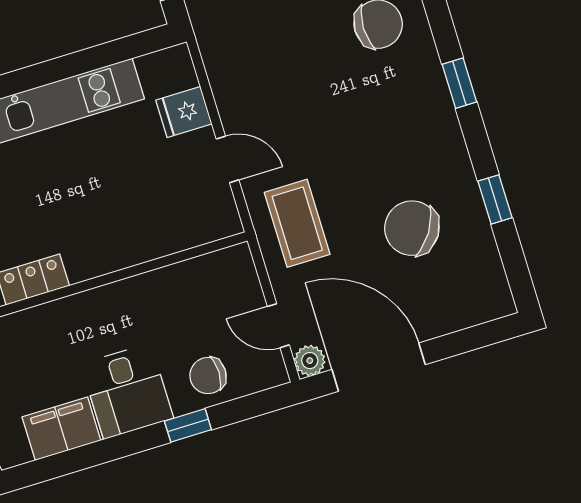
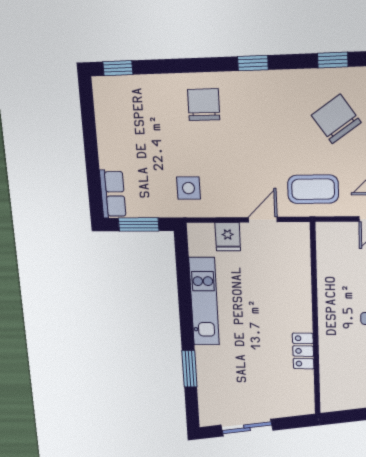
side table: (243, 31) -> (188, 188), added
chair: (412, 228) -> (336, 119), turned 112

